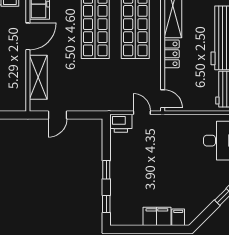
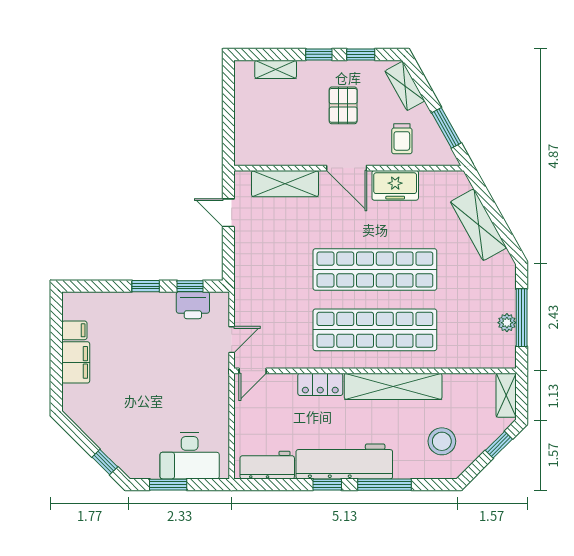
printer: (121, 123) -> (193, 305), moved, turned -90
window: (106, 204) -> (190, 286), moved
filing cabinet: (178, 217) -> (74, 330), moved

